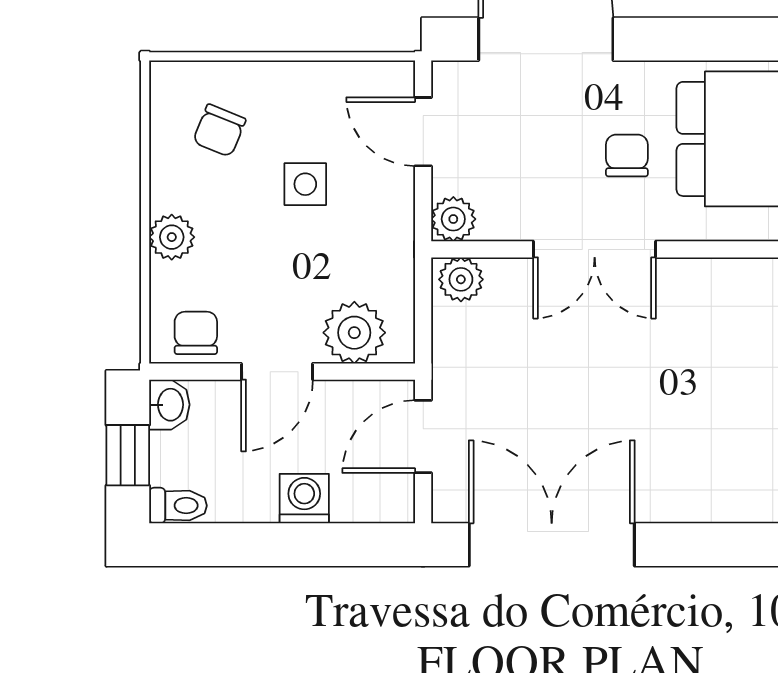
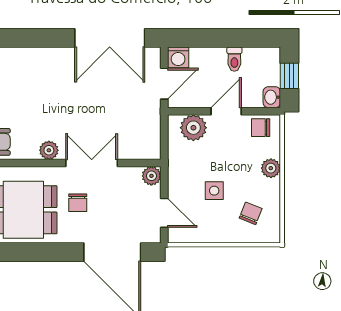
plant: (461, 279) -> (49, 150), moved
chair: (196, 333) -> (261, 128), turned 90
washing machine: (304, 499) -> (178, 57), moved
toilet: (178, 506) -> (234, 59), moved, turned -90

